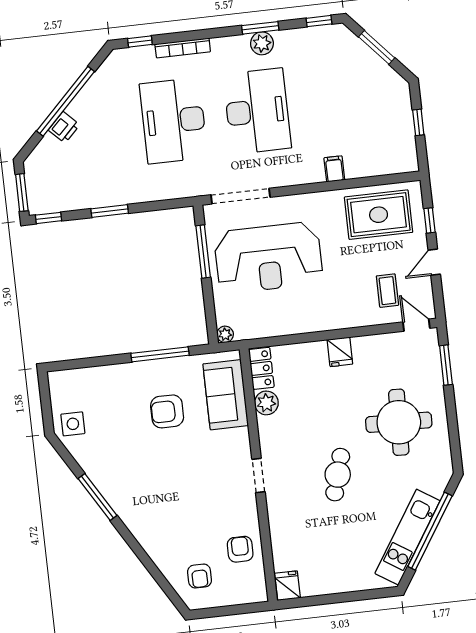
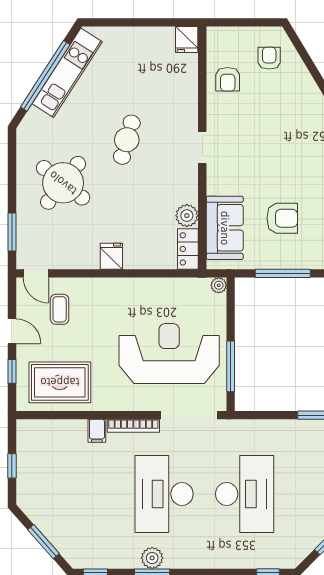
bookcase: (183, 48) -> (133, 426), moved, turned 180
door: (434, 262) -> (12, 331), hinge flipped
round table: (399, 422) -> (63, 183), turned 36

